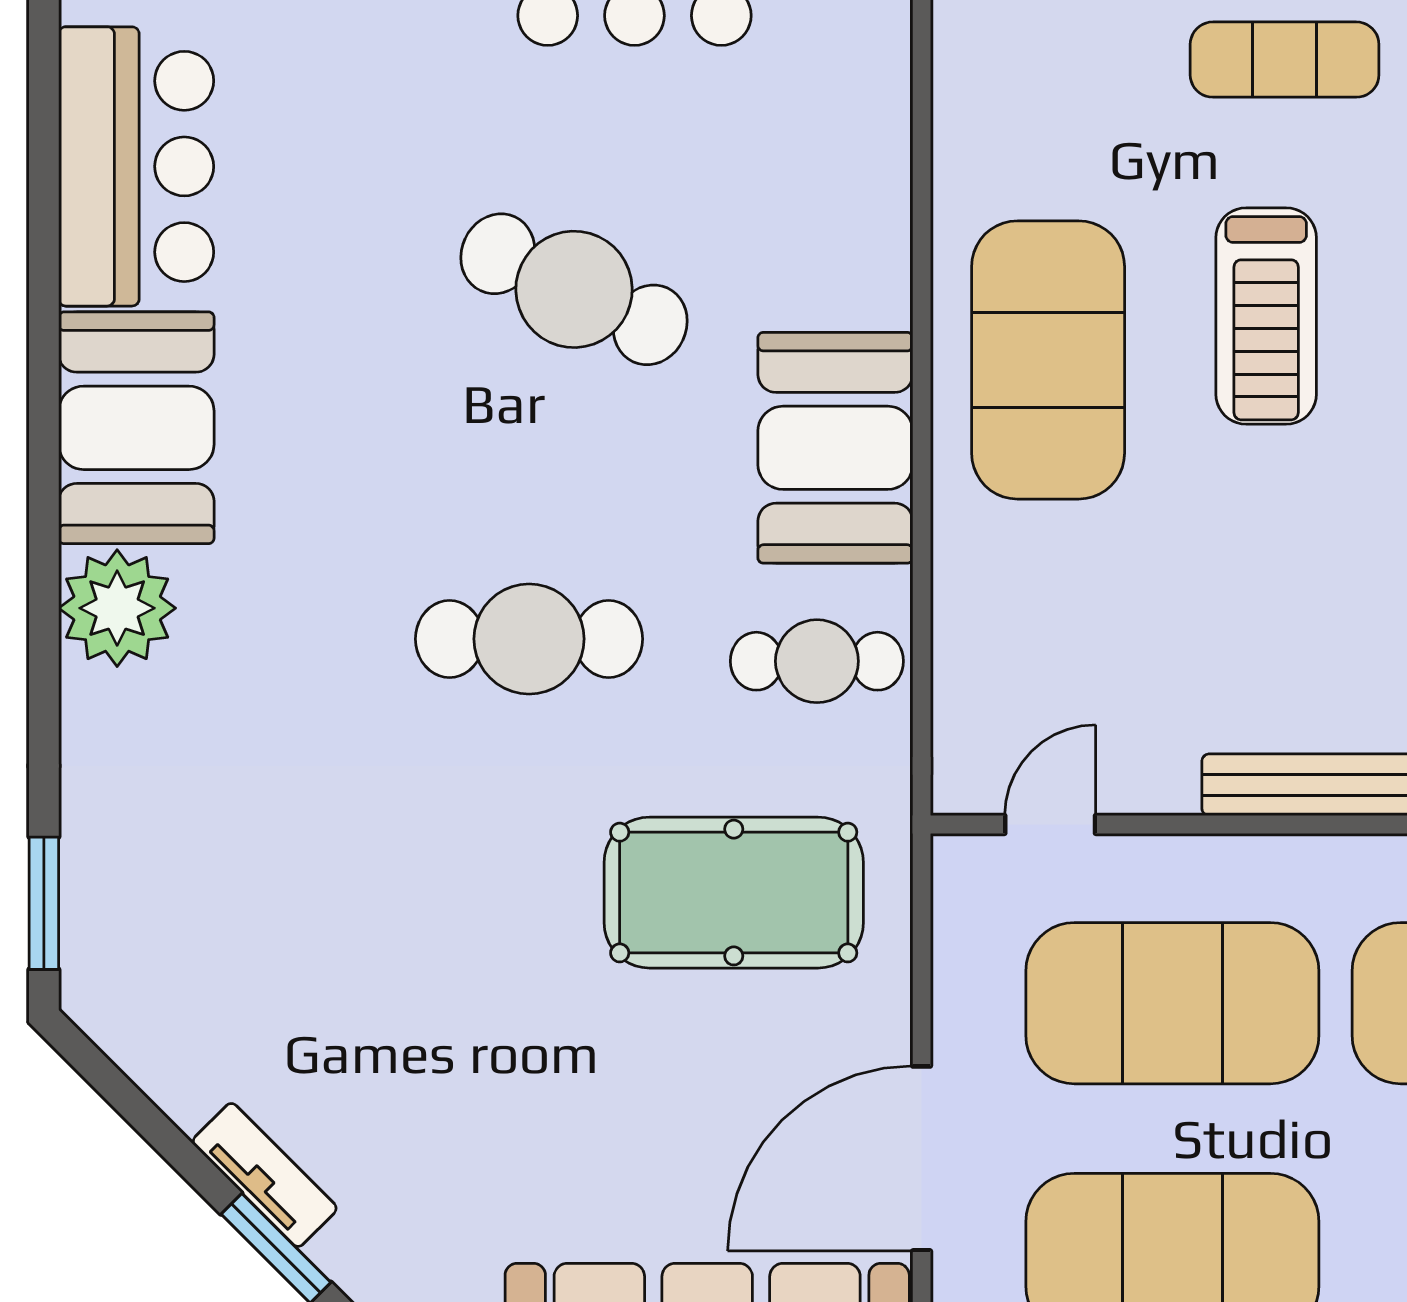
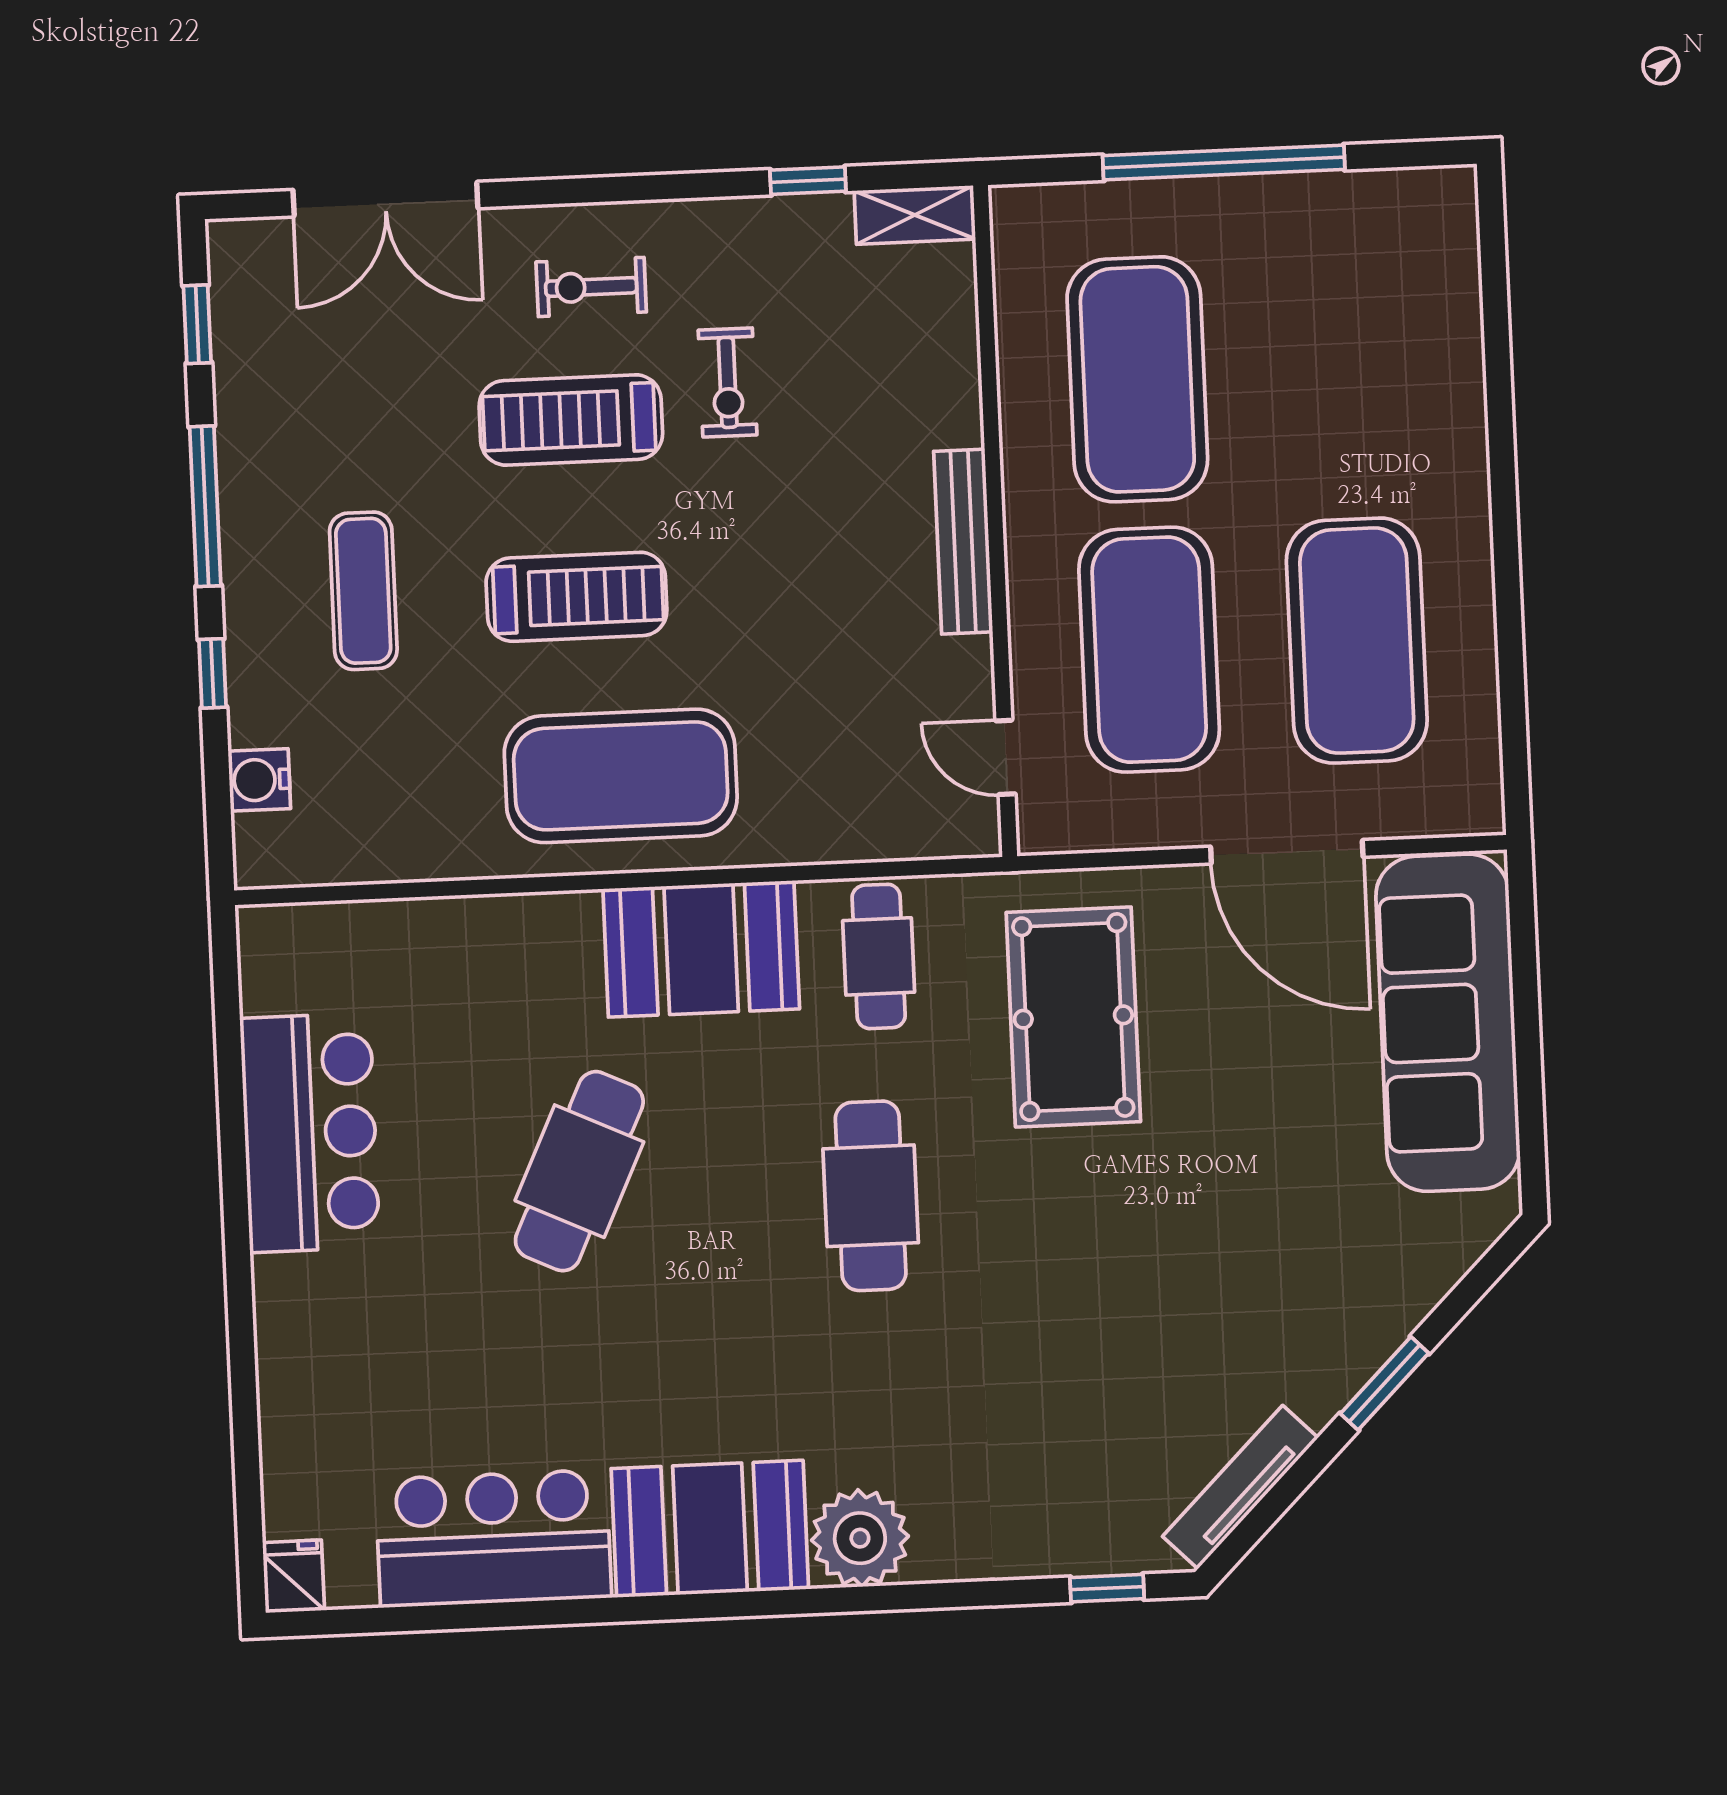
window: (44, 903) -> (1107, 1588), width x0.67
tv unit: (265, 1175) -> (1240, 1487), moved, width x1.41

